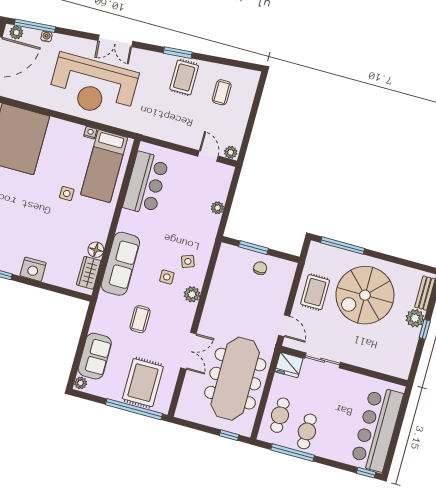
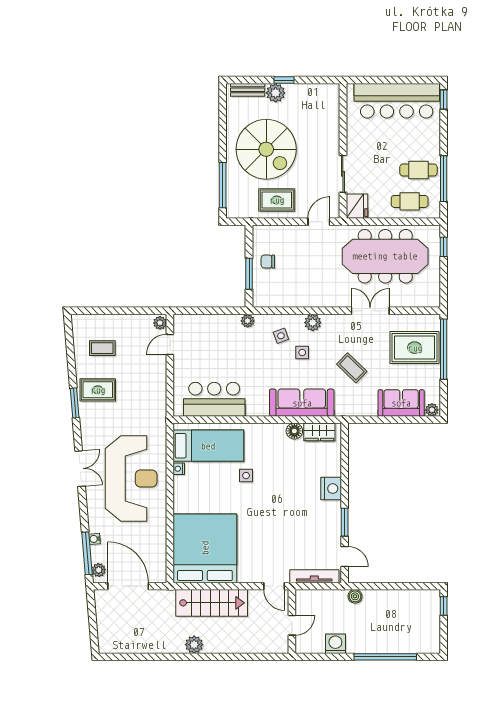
plant: (217, 208) -> (248, 321), moved
coffee table: (140, 319) -> (352, 368), turned 44

